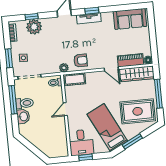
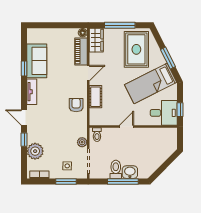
window: (92, 11) -> (24, 68), moved
window: (32, 17) -> (24, 140), moved
sofa: (130, 19) -> (37, 61), moved
plant: (64, 68) -> (82, 142), moved
wardrobe: (137, 74) -> (96, 40), width x0.67
cot: (75, 79) -> (95, 97), moved
window: (13, 100) -> (123, 181), moved
door: (65, 109) -> (126, 126), swing flipped

